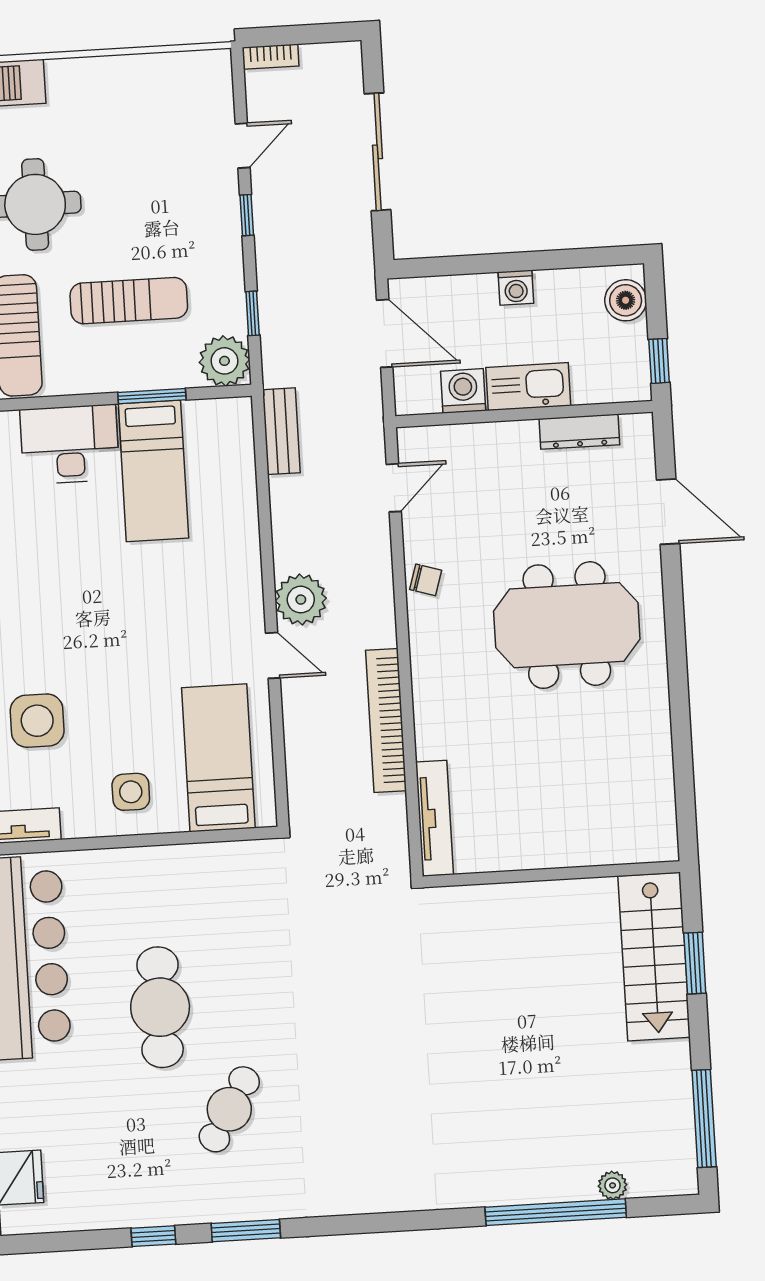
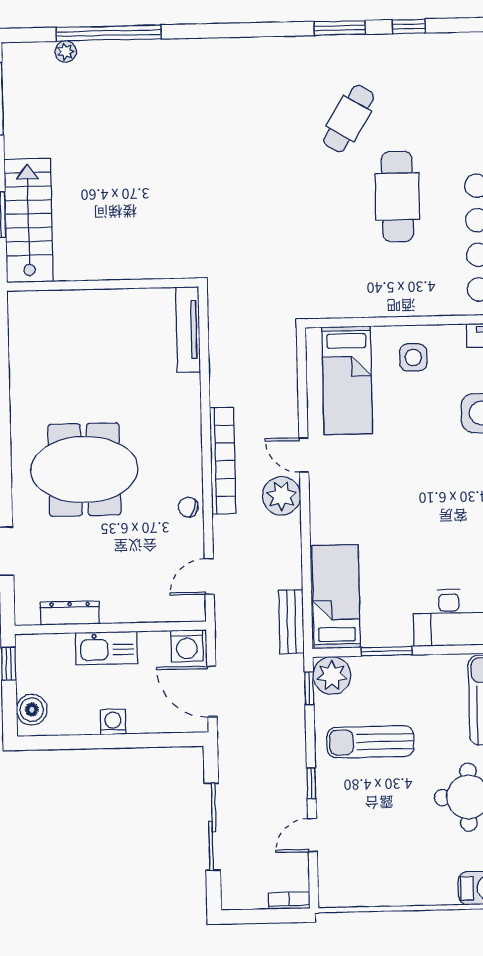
sun lounger: (129, 301) -> (370, 742), moved
window: (253, 313) -> (309, 688), moved
washing machine: (463, 391) -> (187, 646), moved
bed: (153, 471) -> (336, 597), moved
bookcase: (386, 720) -> (223, 461), moved

